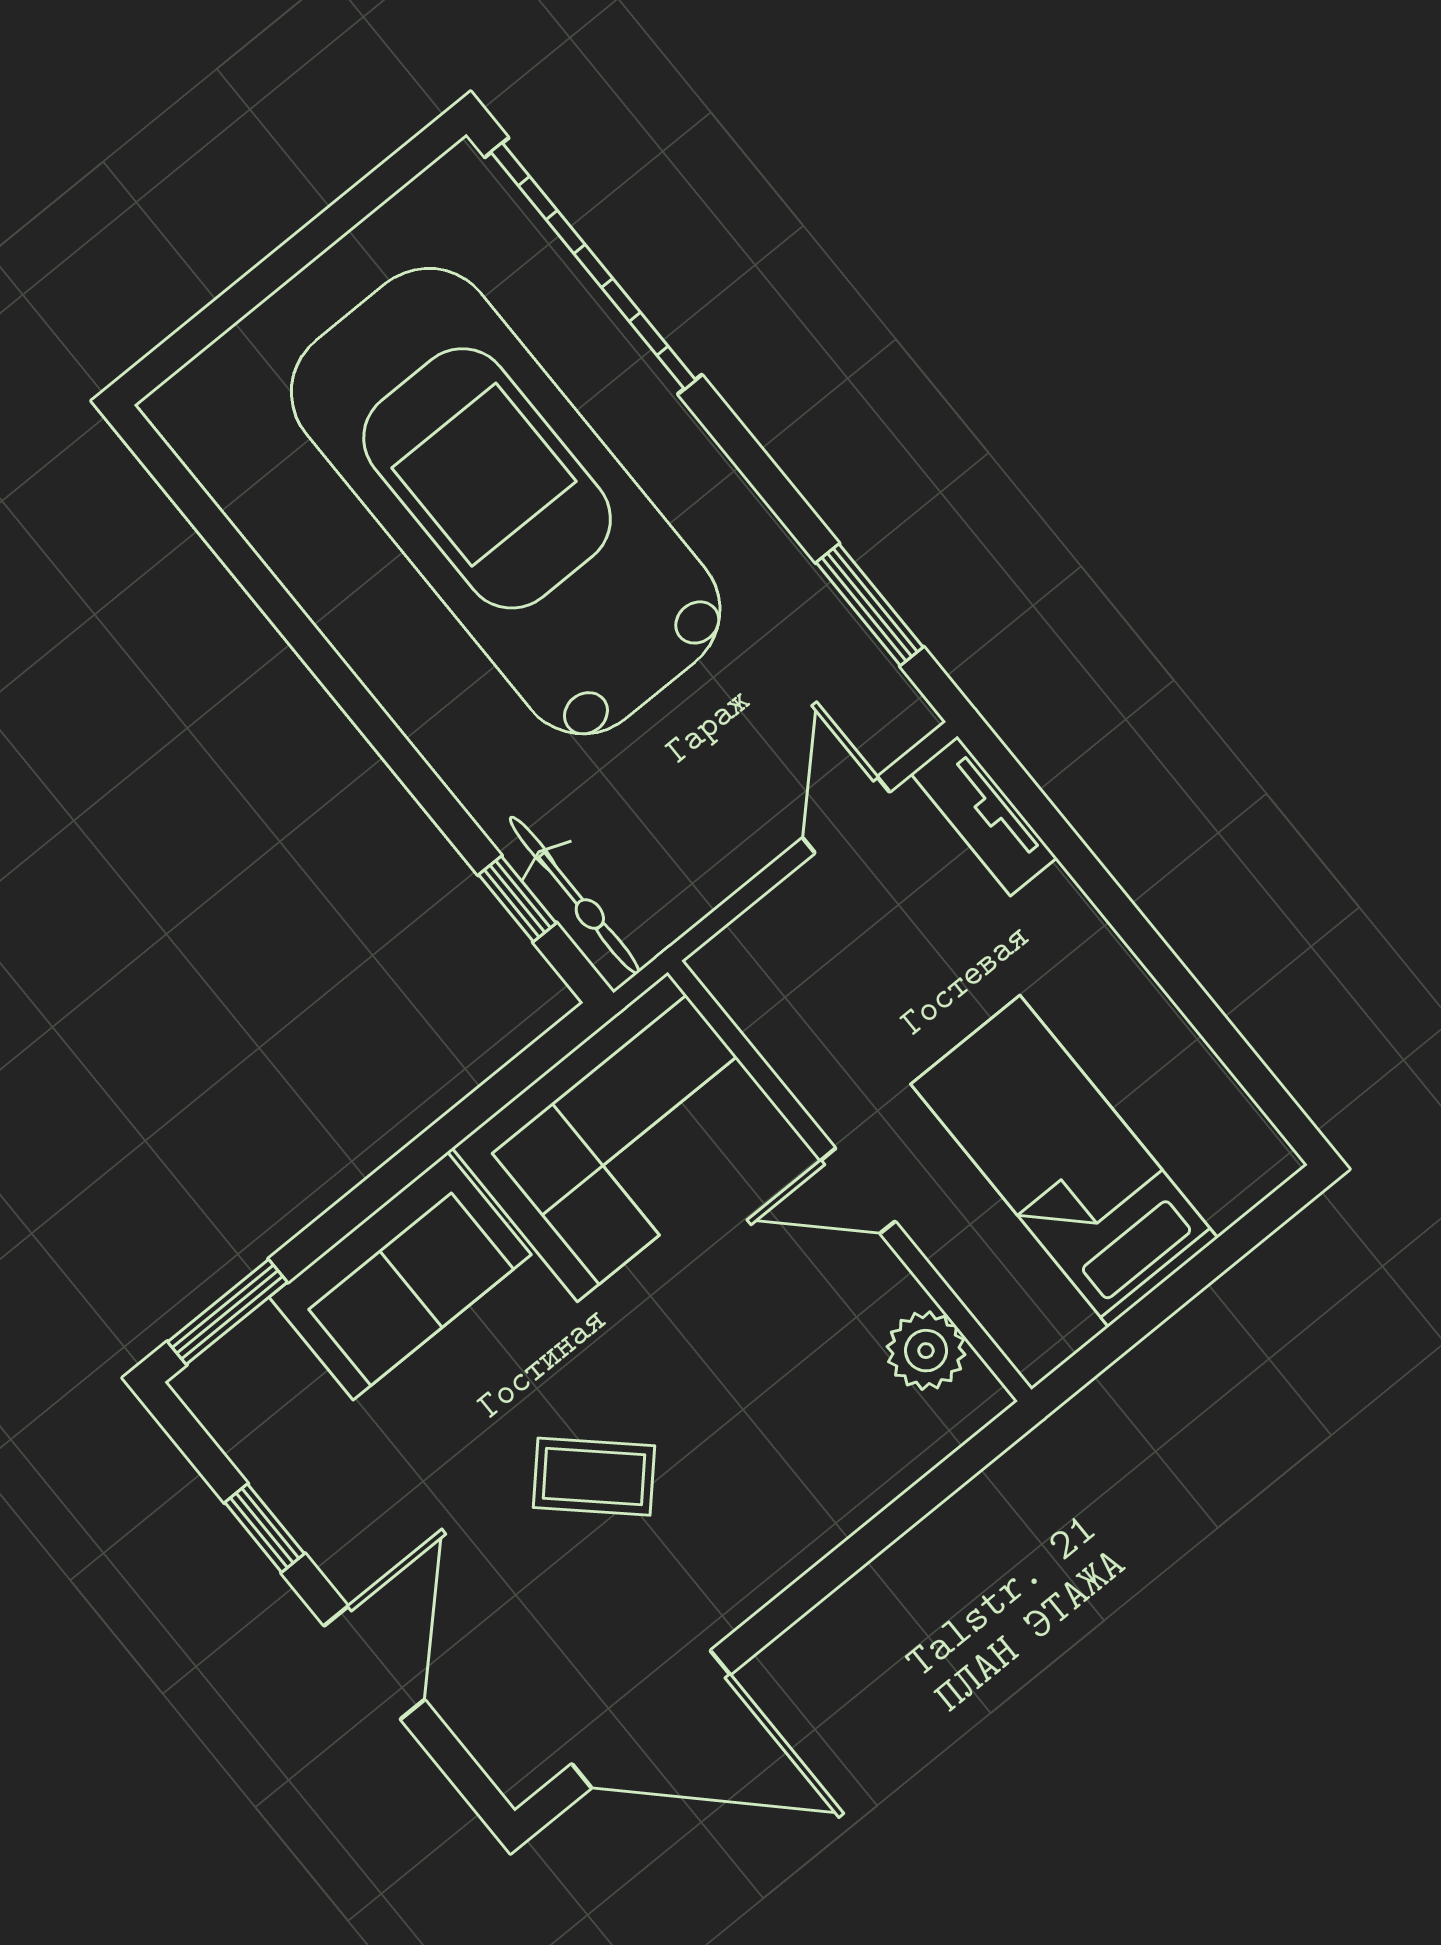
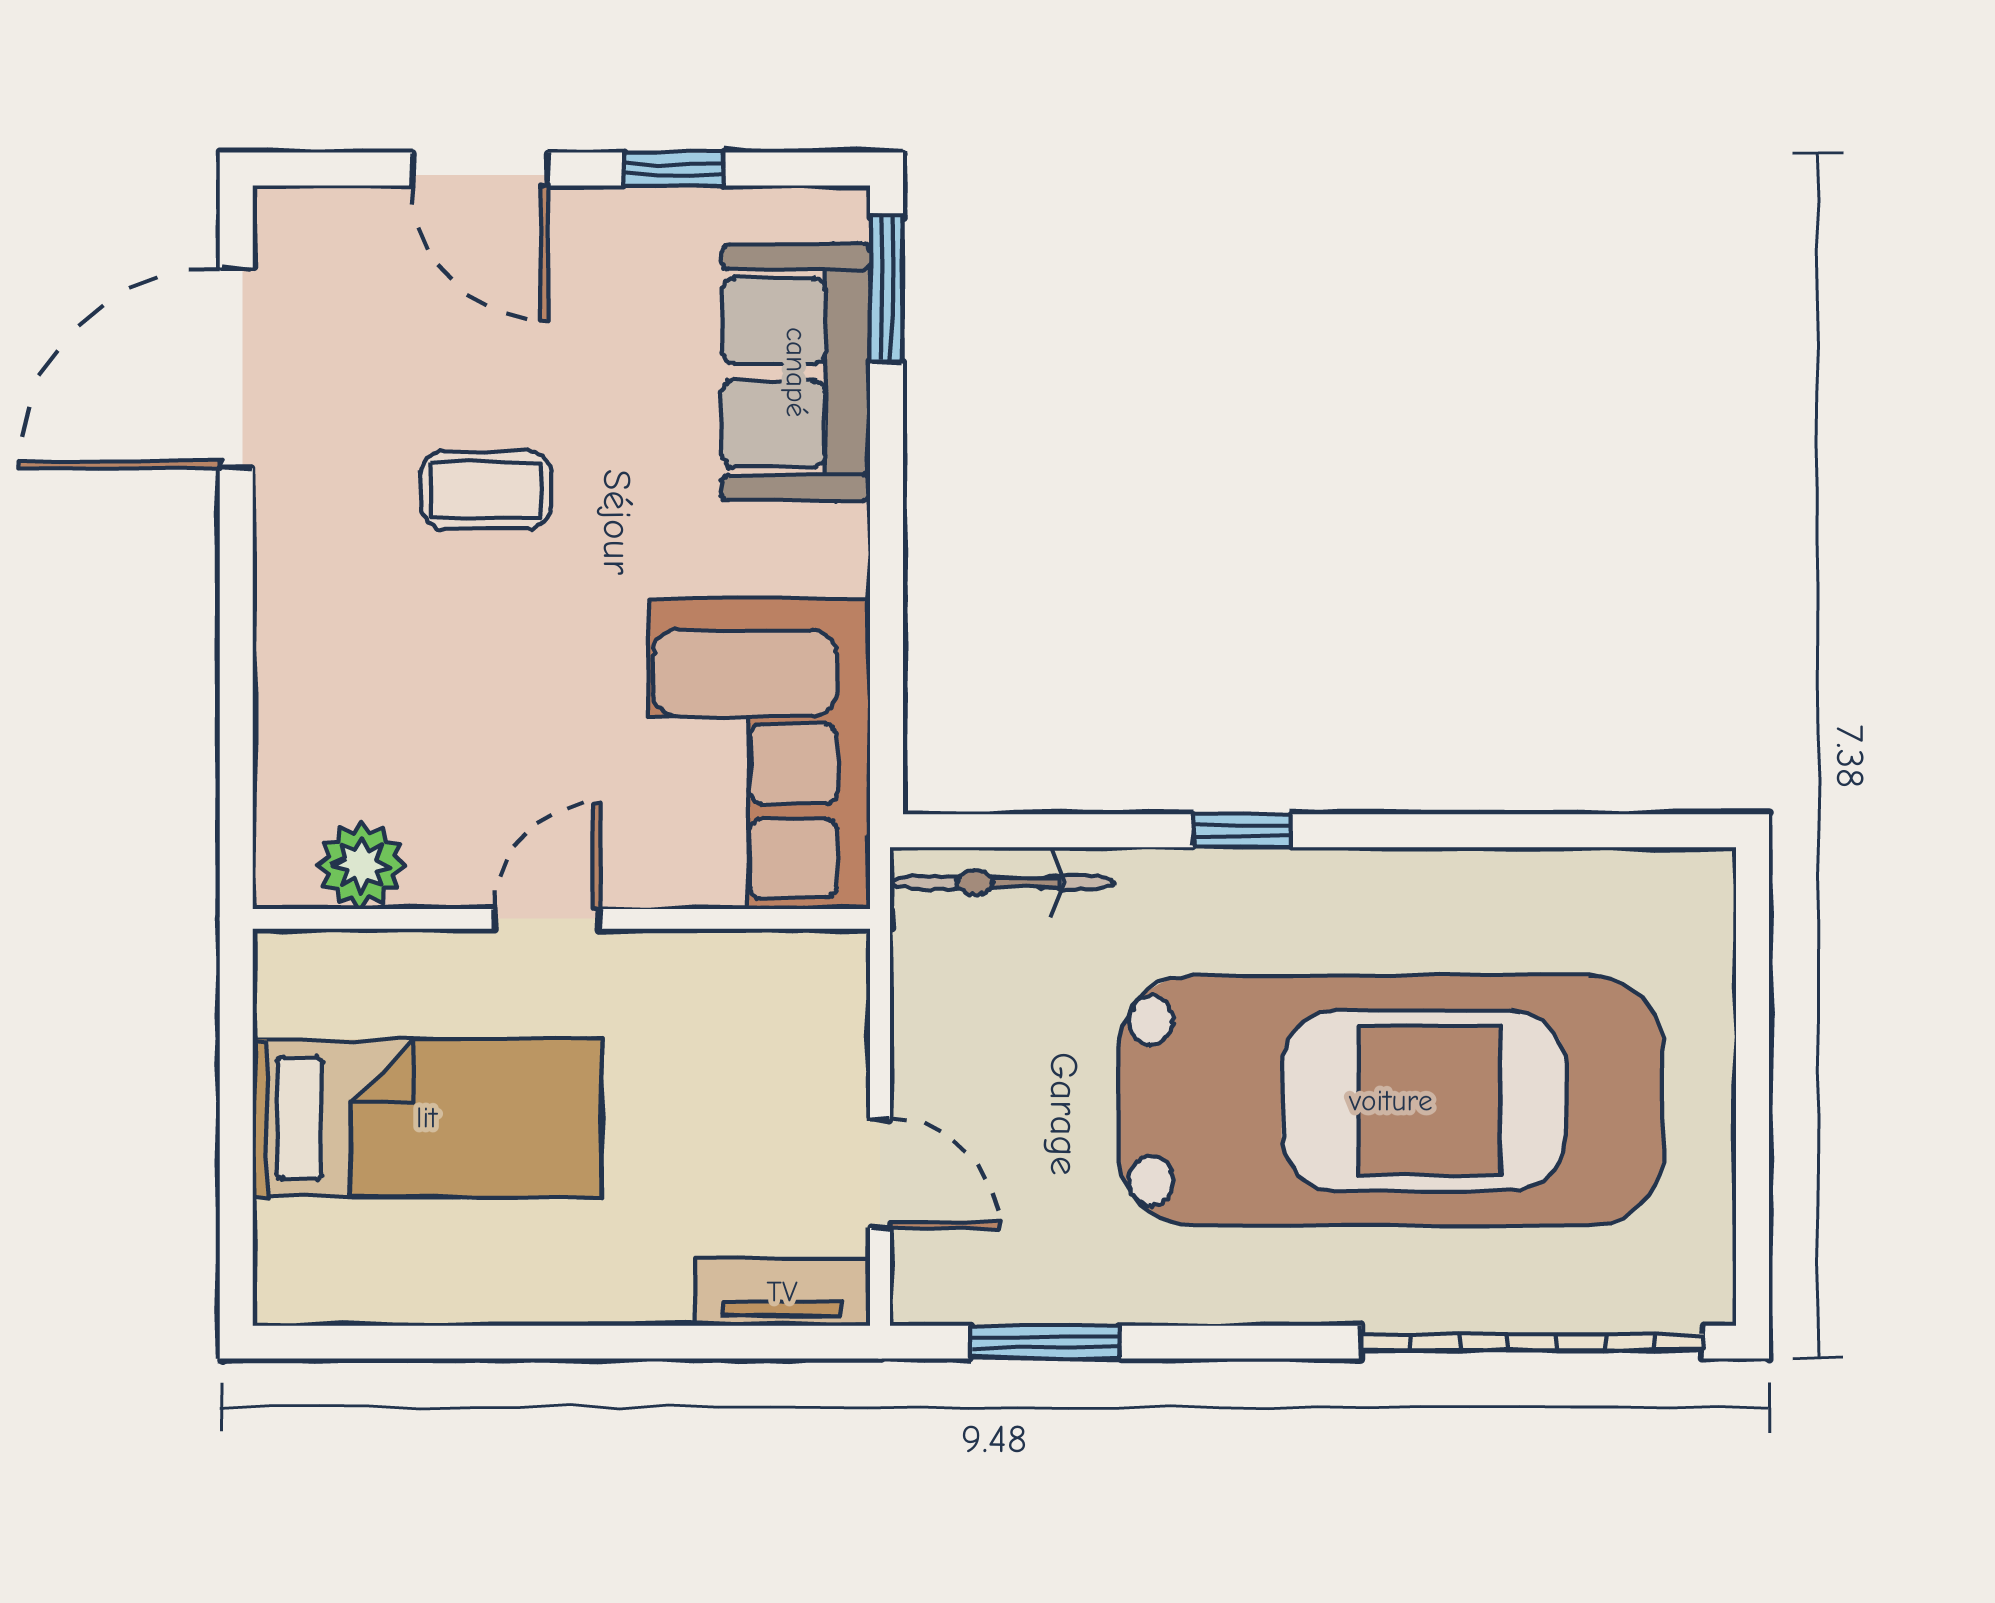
window: (517, 899) -> (1242, 831), moved
sofa: (400, 1276) -> (796, 372), moved
coffee table: (594, 1477) -> (486, 490), turned 47

